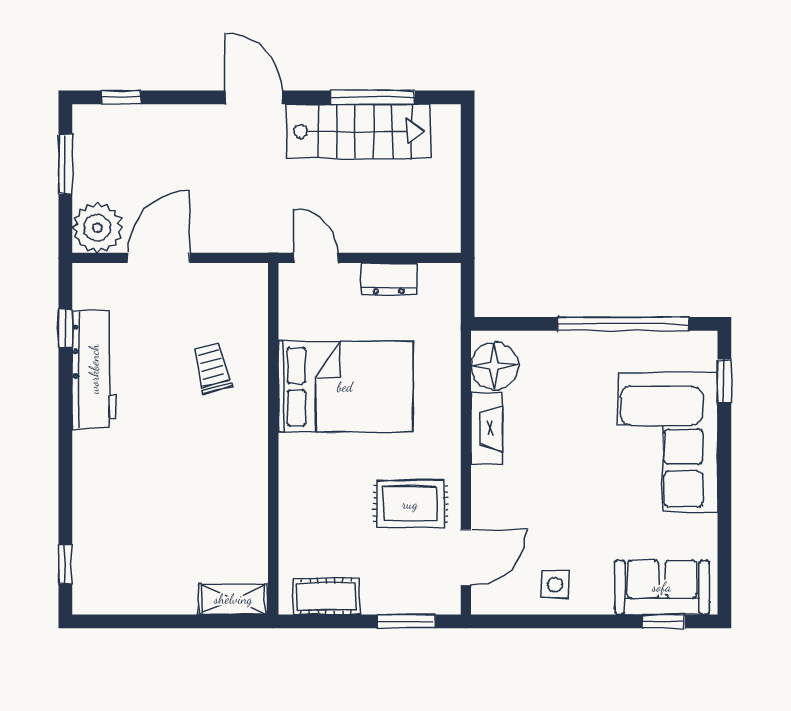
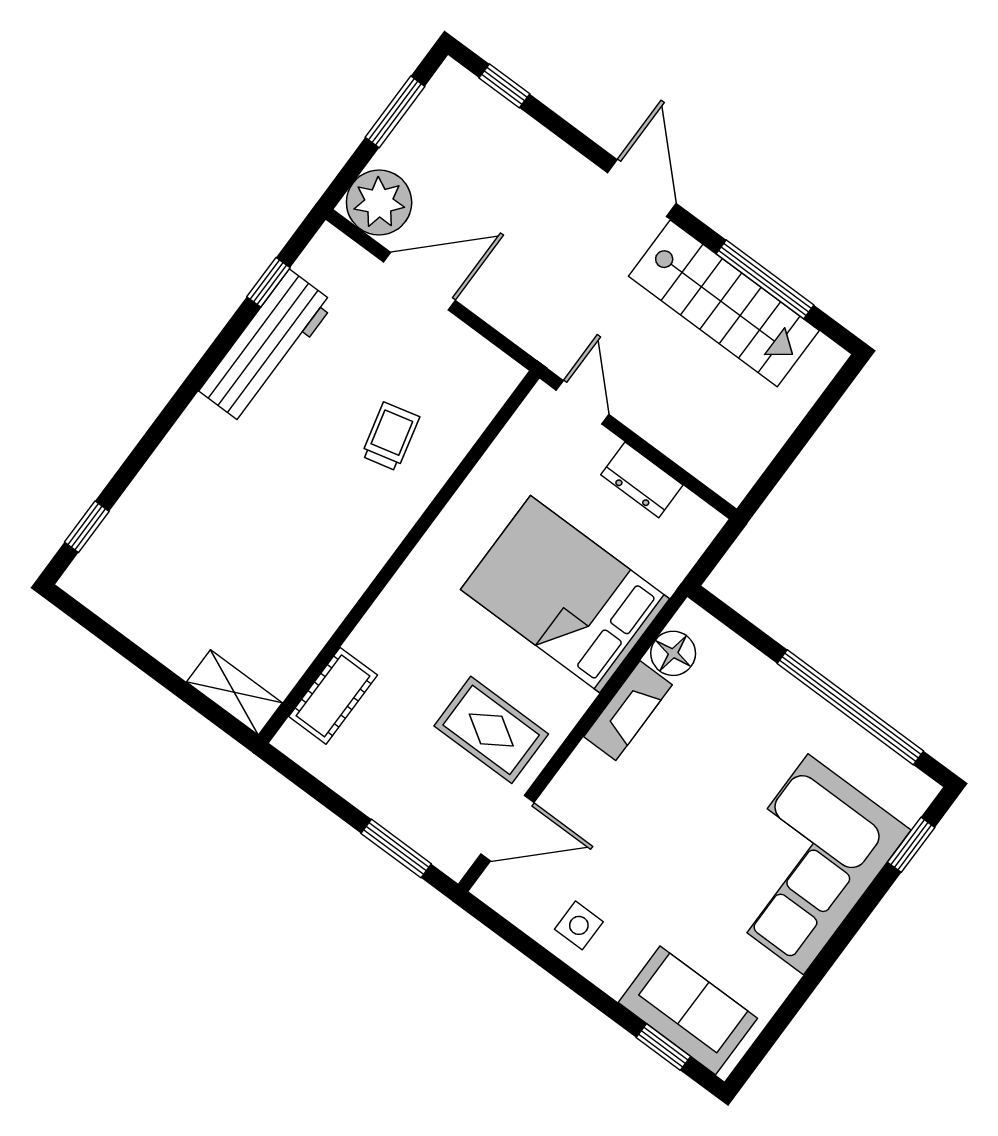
floor lamp: (495, 366) -> (673, 653), width x0.73, depth x0.73
bed: (345, 387) -> (565, 594), moved, turned 180
cot: (326, 596) -> (333, 696), moved, turned 90

